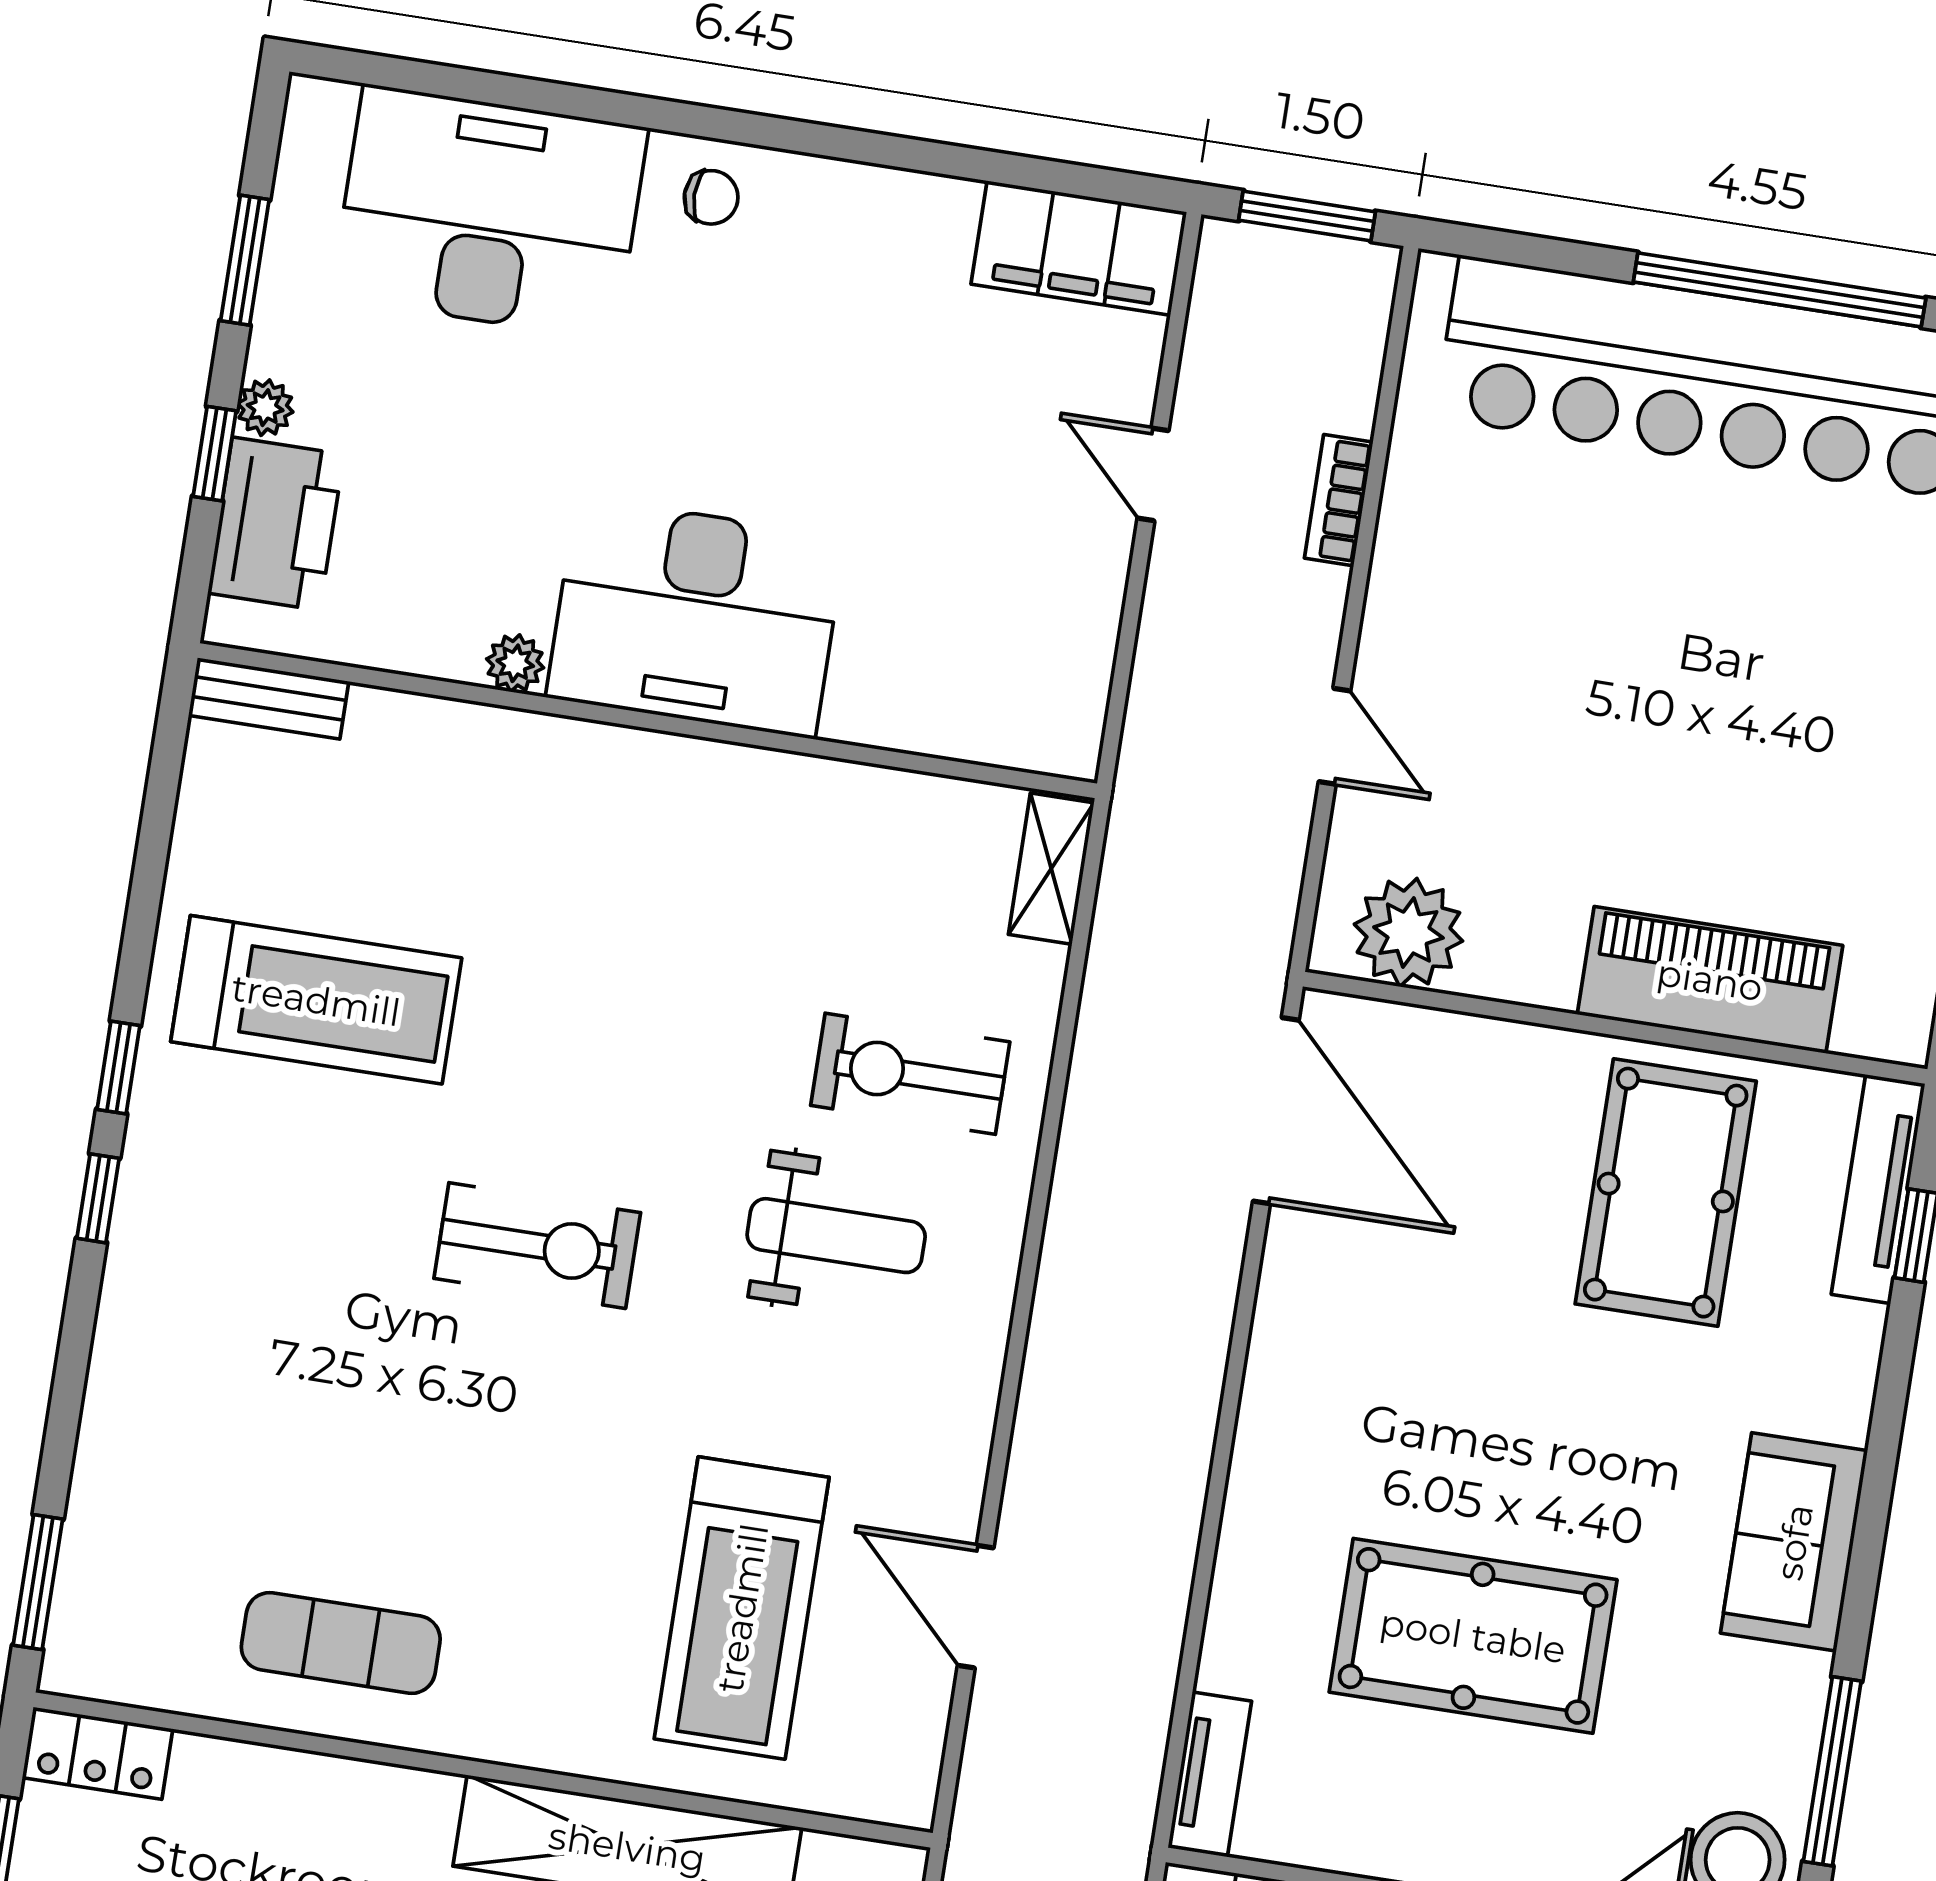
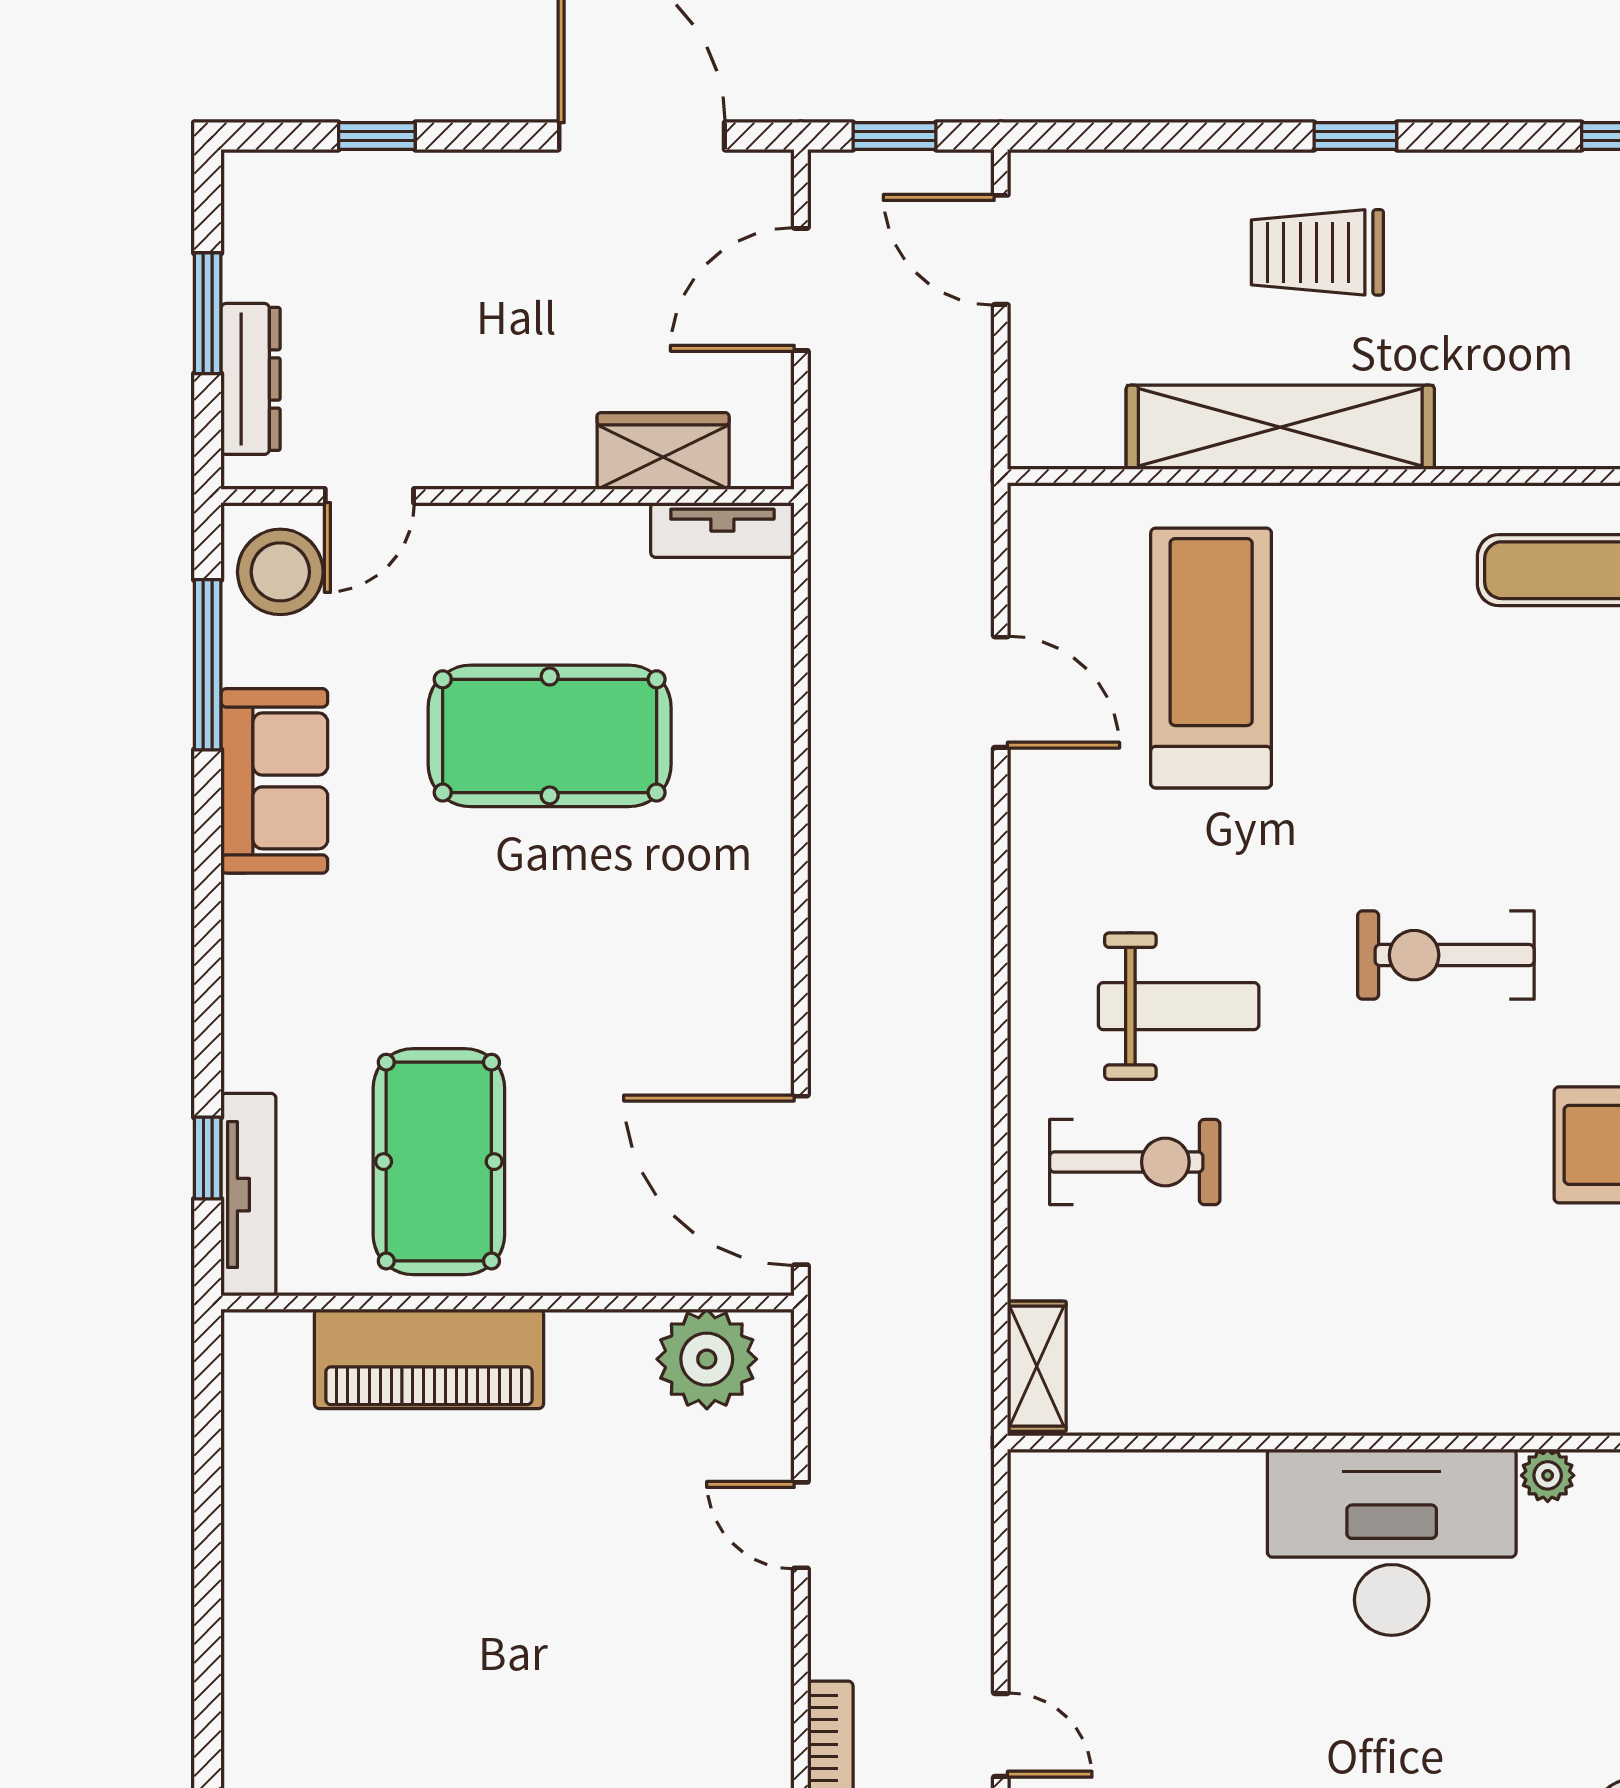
weight bench: (836, 1236) -> (1179, 1006), turned 180
sofa: (1794, 1542) -> (274, 781), moved
tv unit: (1210, 1774) -> (722, 530), moved, turned -90

